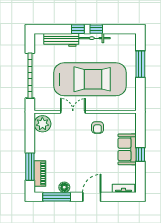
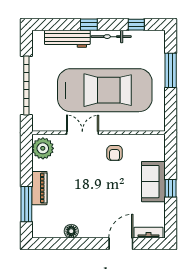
window: (96, 29) -> (136, 25), moved
piano: (40, 173) -> (39, 188), moved
window: (57, 197) -> (61, 244), removed
door: (92, 197) -> (121, 244), moved

